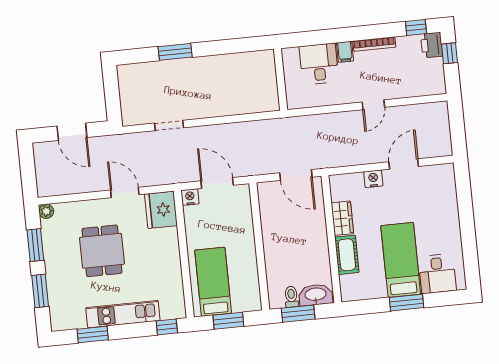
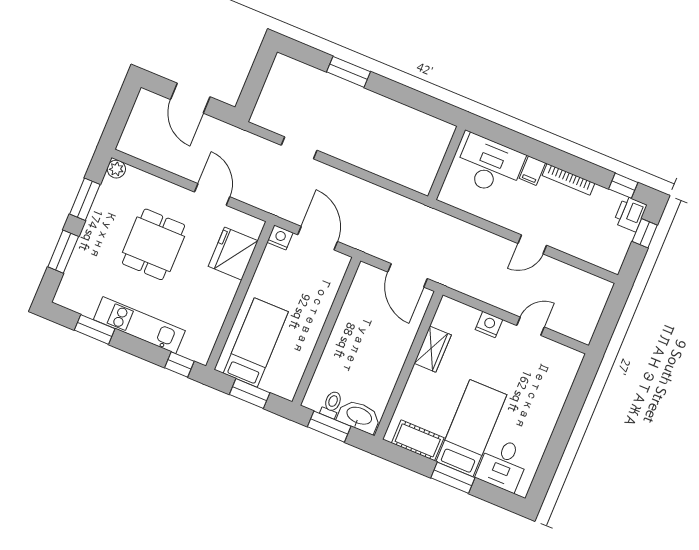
desk: (319, 64) -> (490, 165), width x1.37
door: (404, 164) -> (531, 326), width x0.73
fridge: (161, 210) -> (233, 254), moved
cot: (347, 255) -> (418, 440), moved, turned 90

